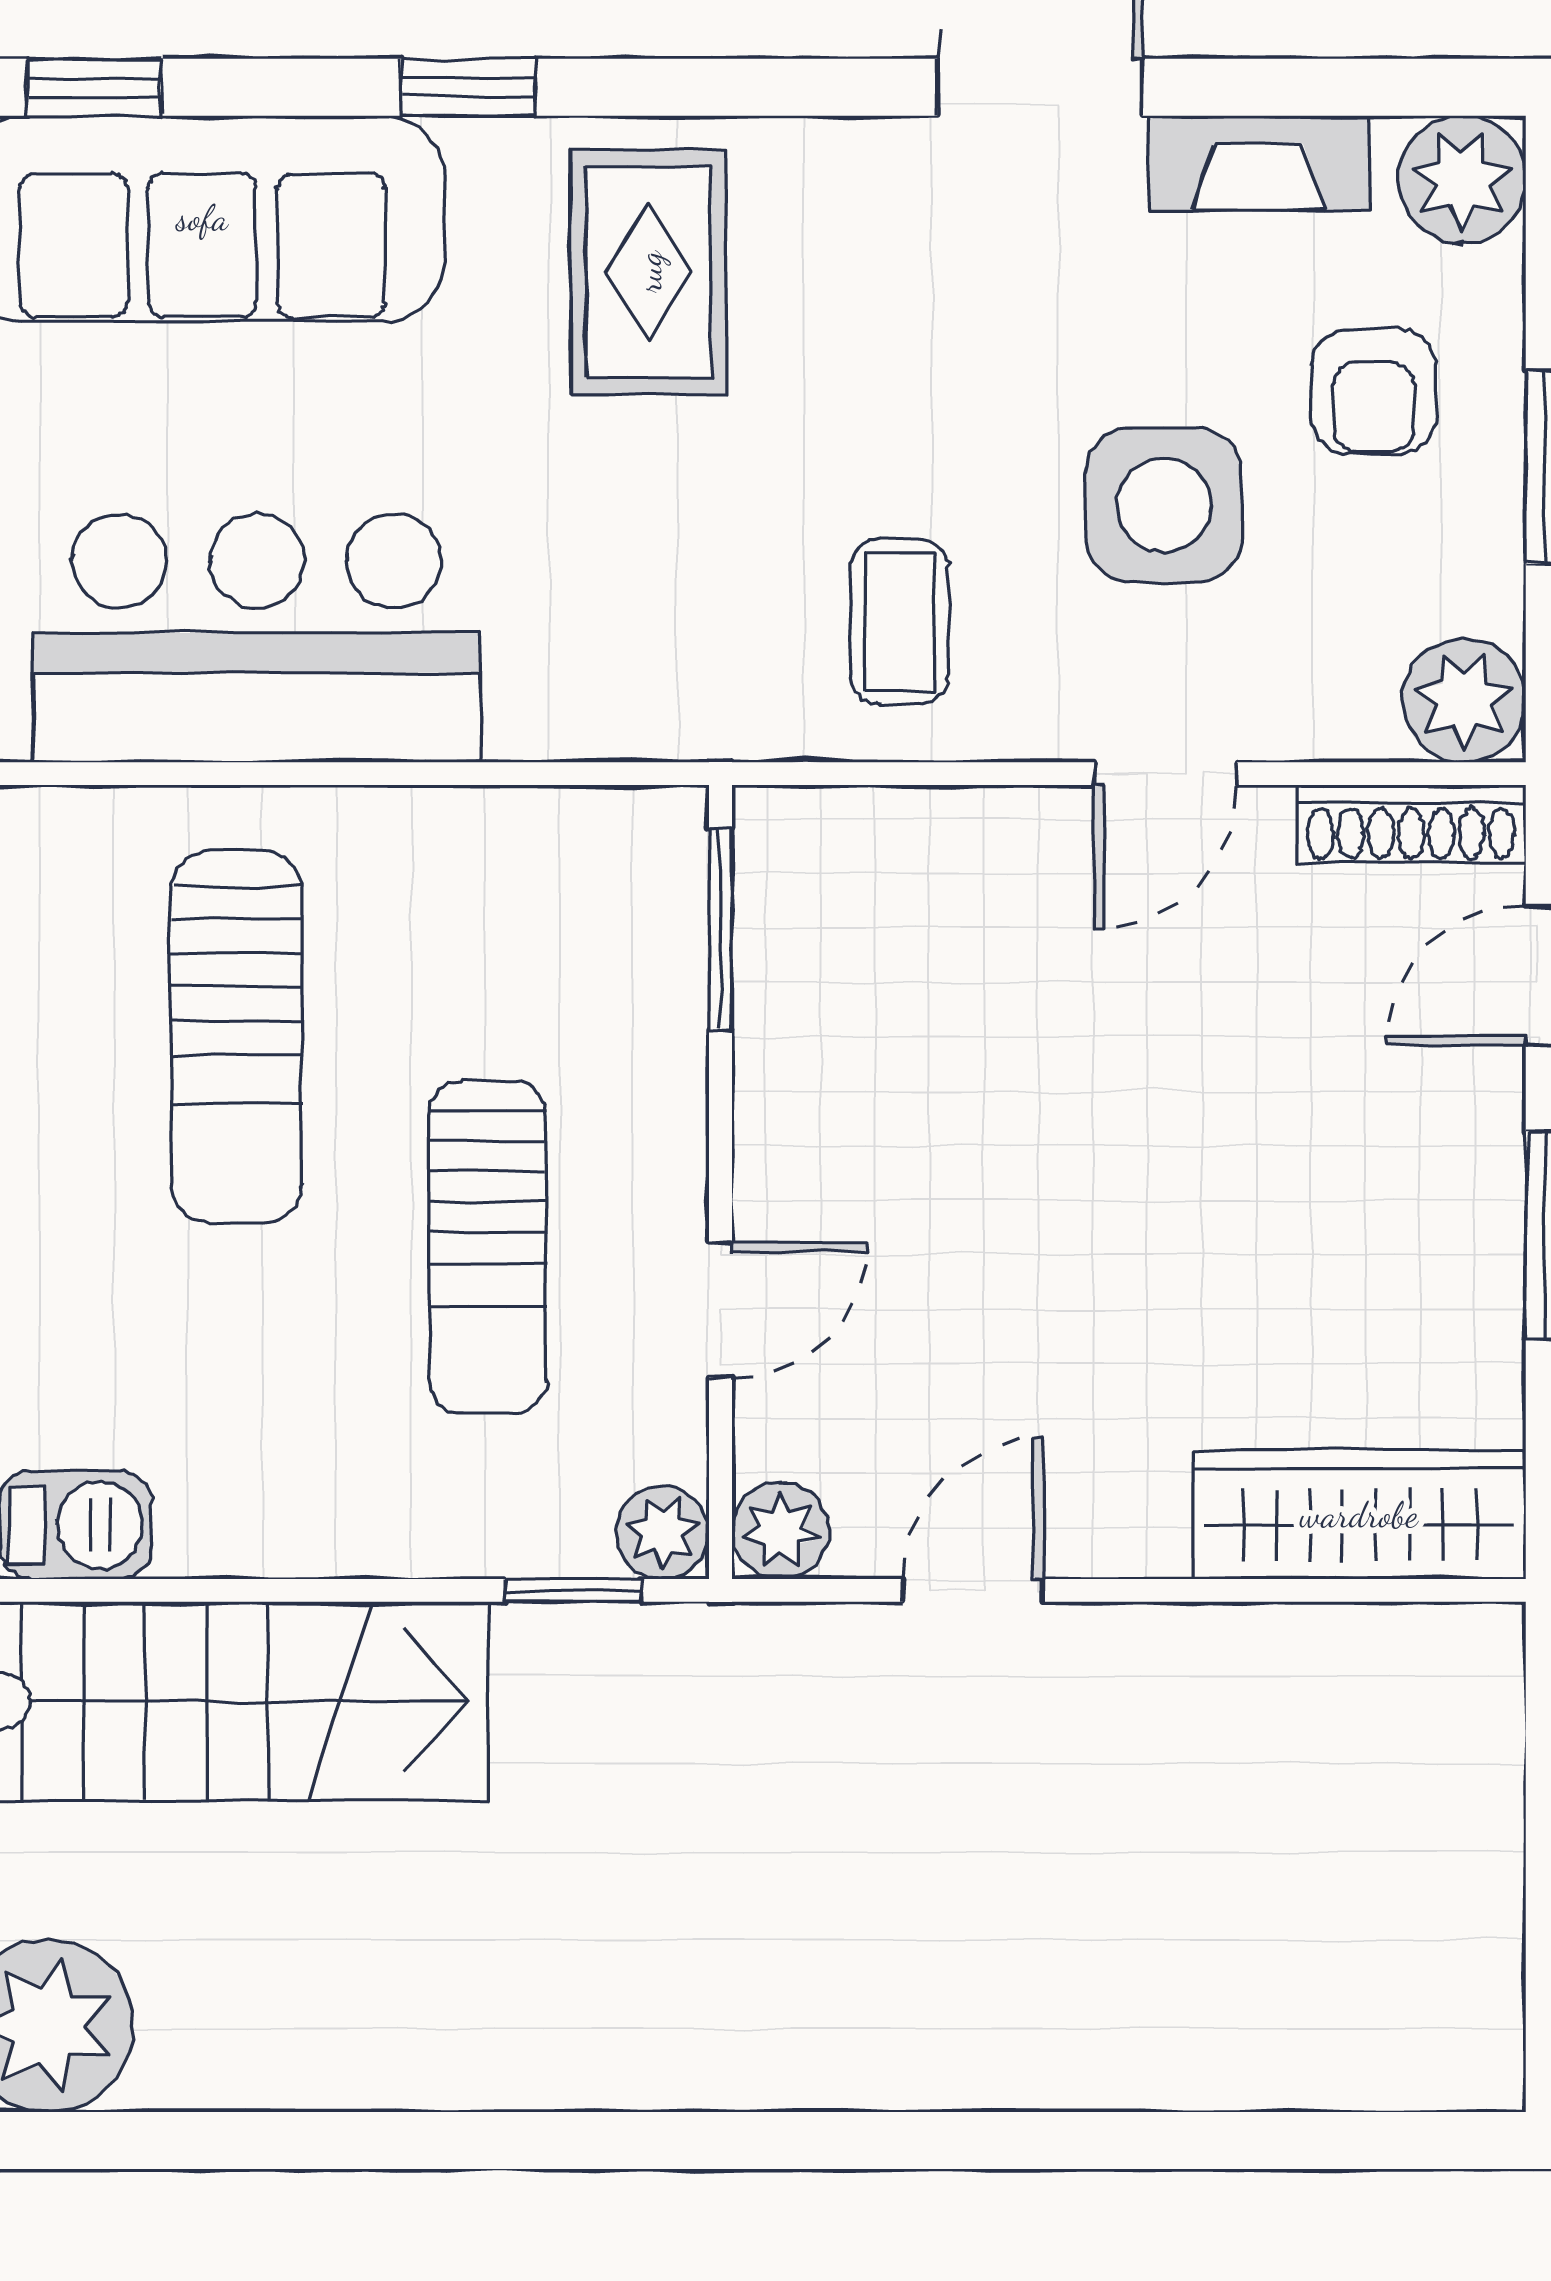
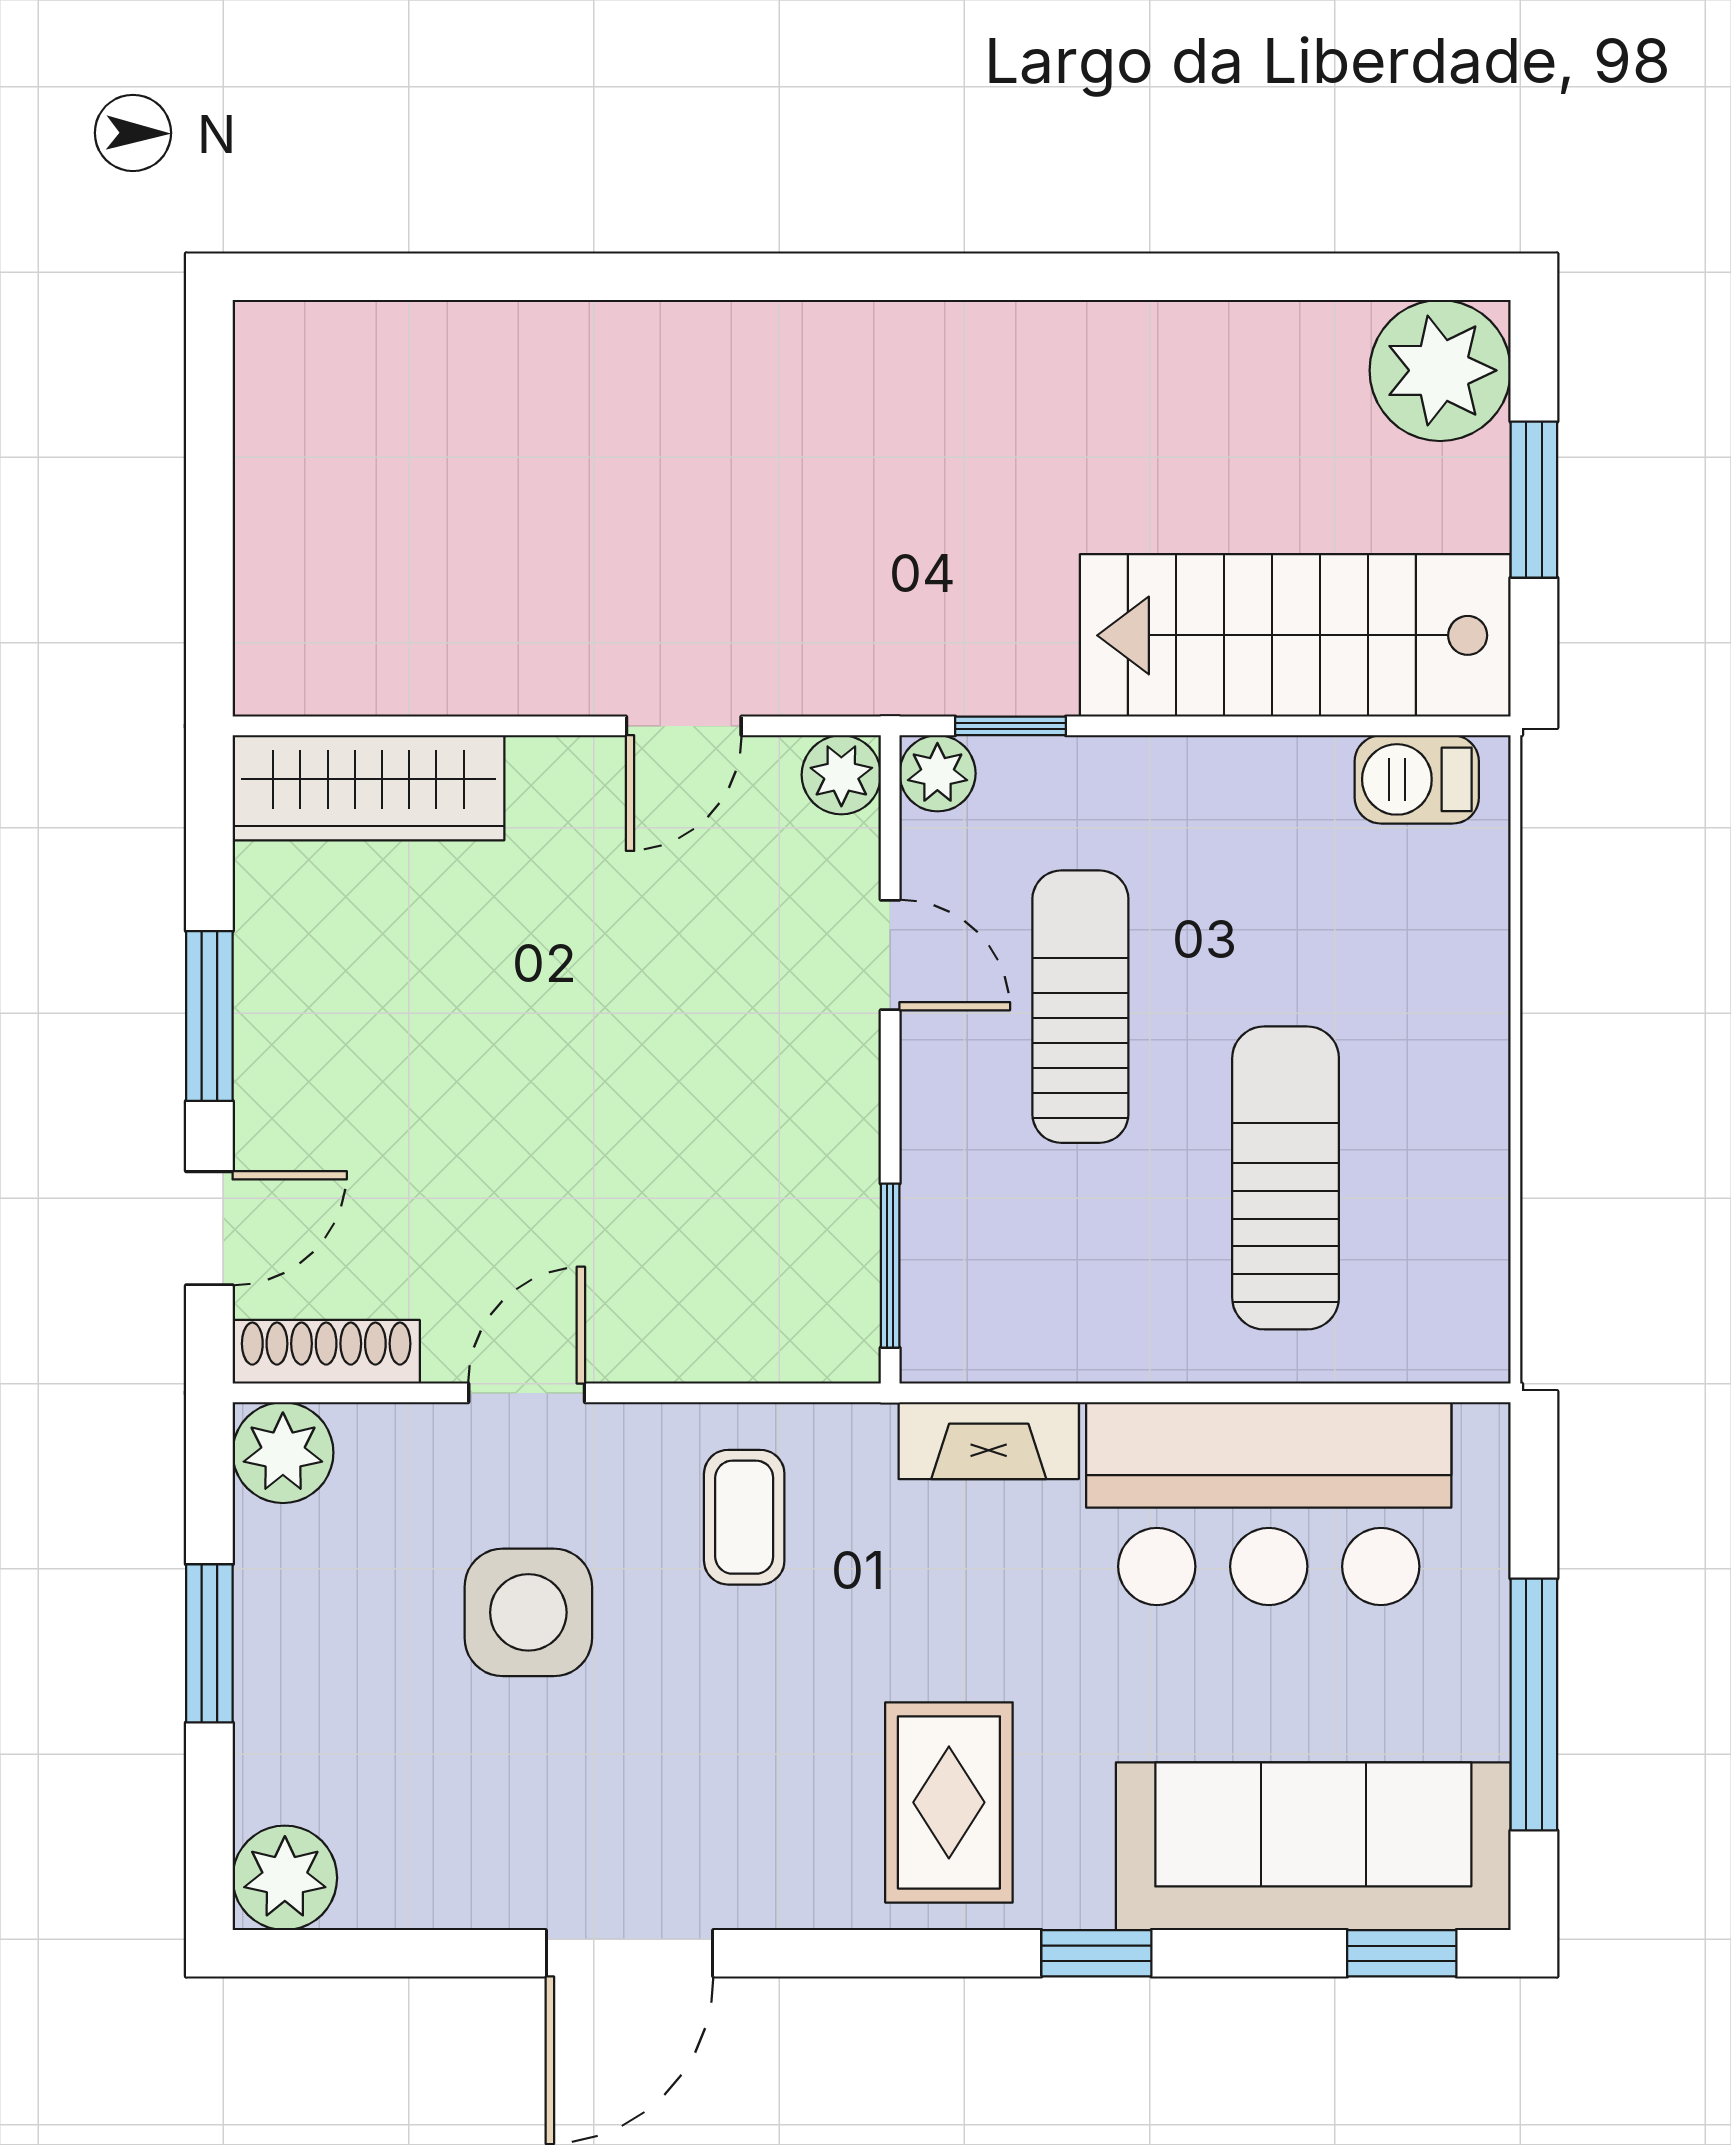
fireplace: (1259, 163) -> (989, 1441), moved, turned 180
armchair: (1374, 392) -> (357, 1705), removed
door: (721, 1310) -> (890, 955), swing flipped

